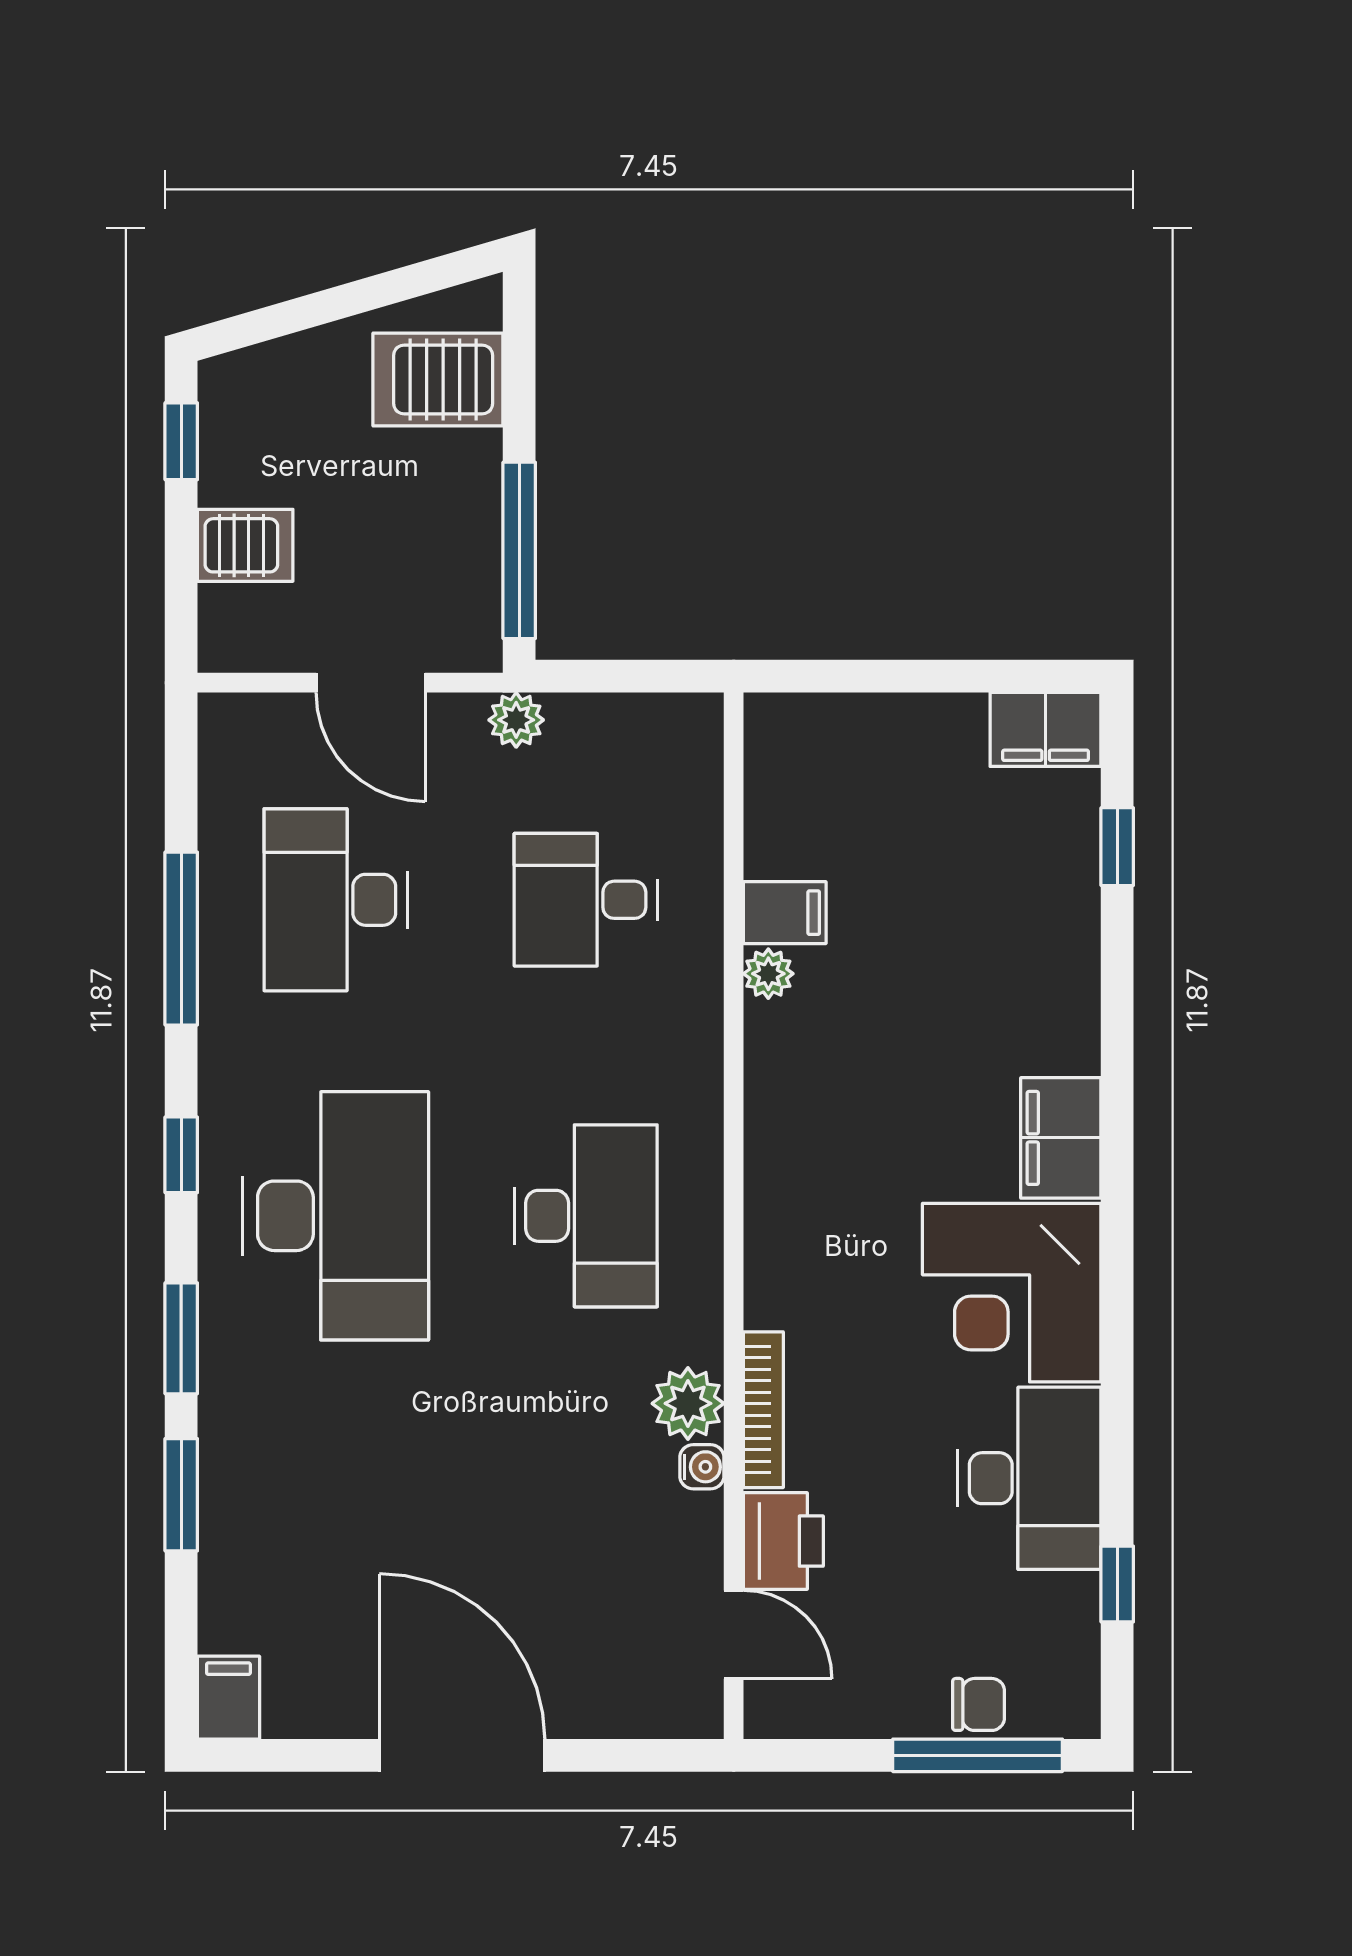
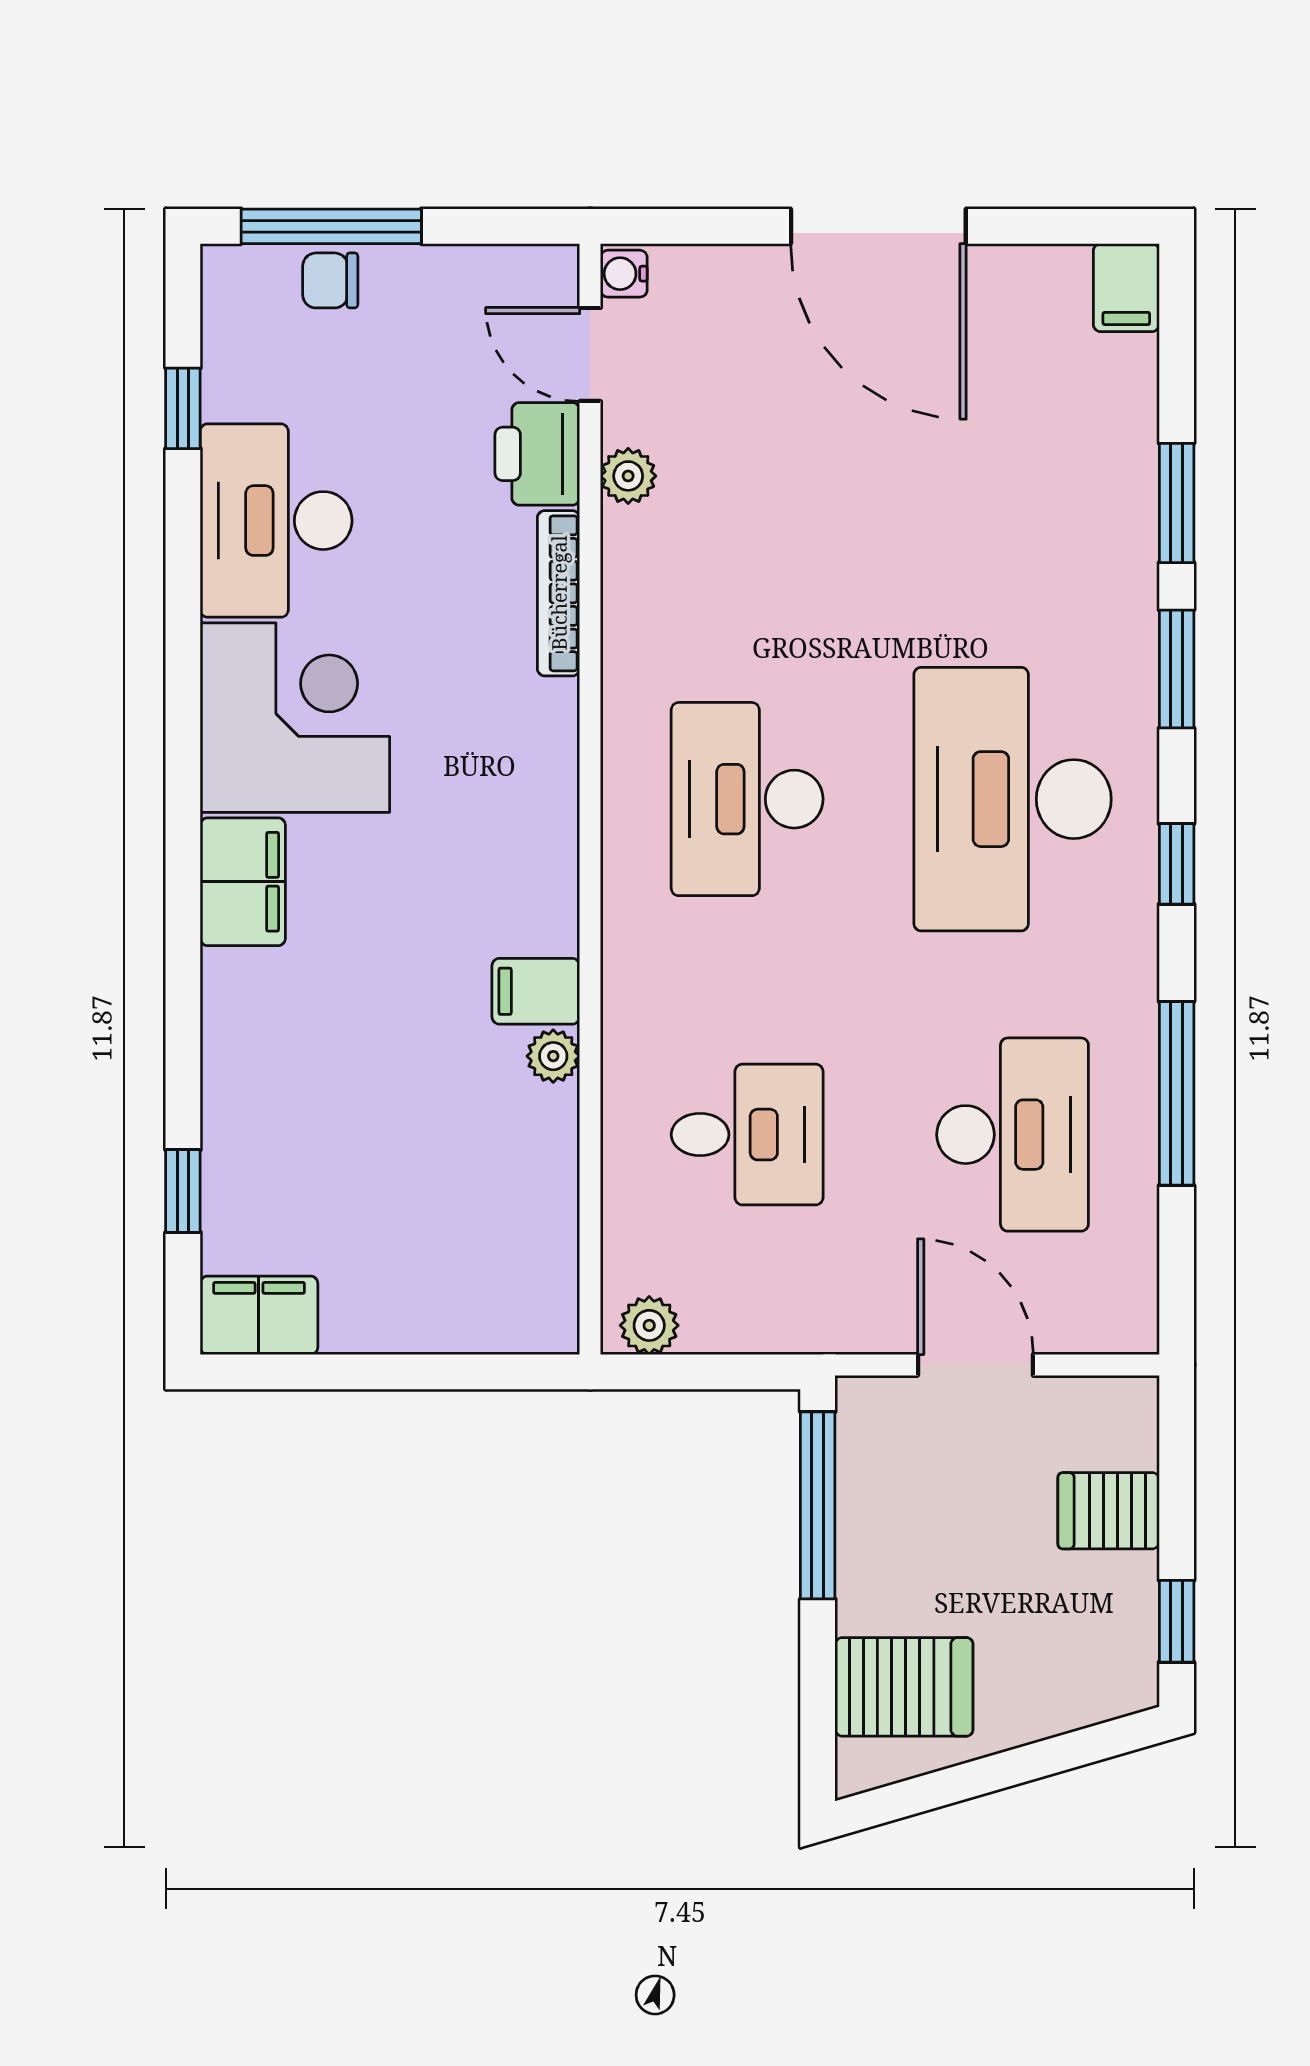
plant: (516, 720) -> (649, 1325), moved
filing cabinet: (785, 913) -> (536, 991), moved
plant: (688, 1403) -> (628, 476), moved, width x0.73, depth x0.73
water cooler: (702, 1467) -> (624, 274), moved

